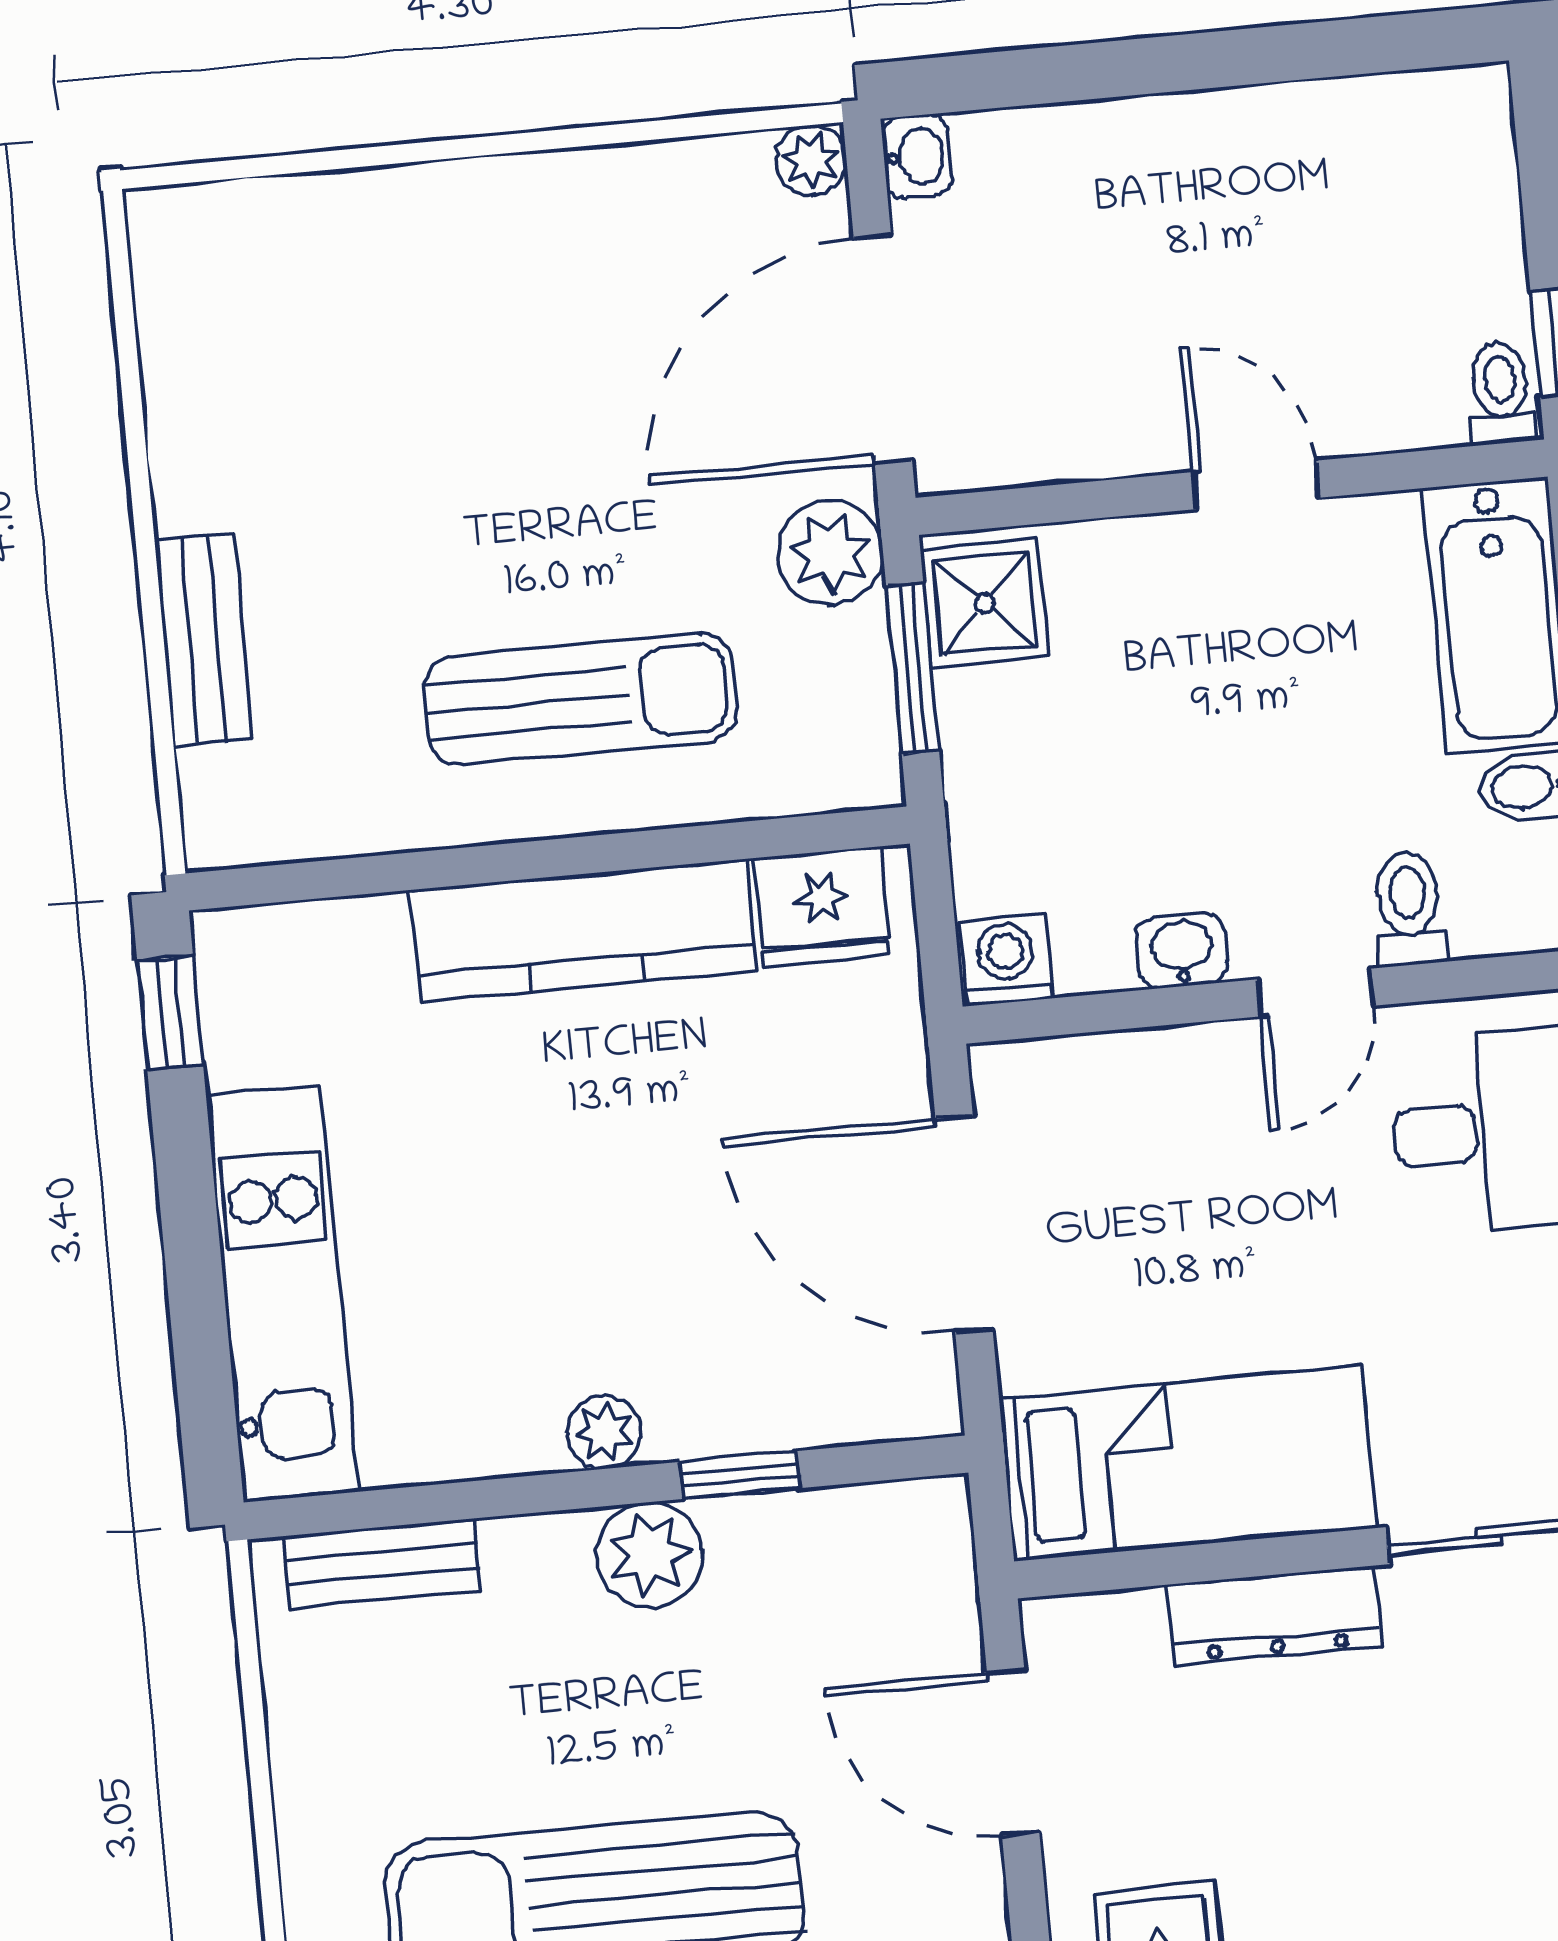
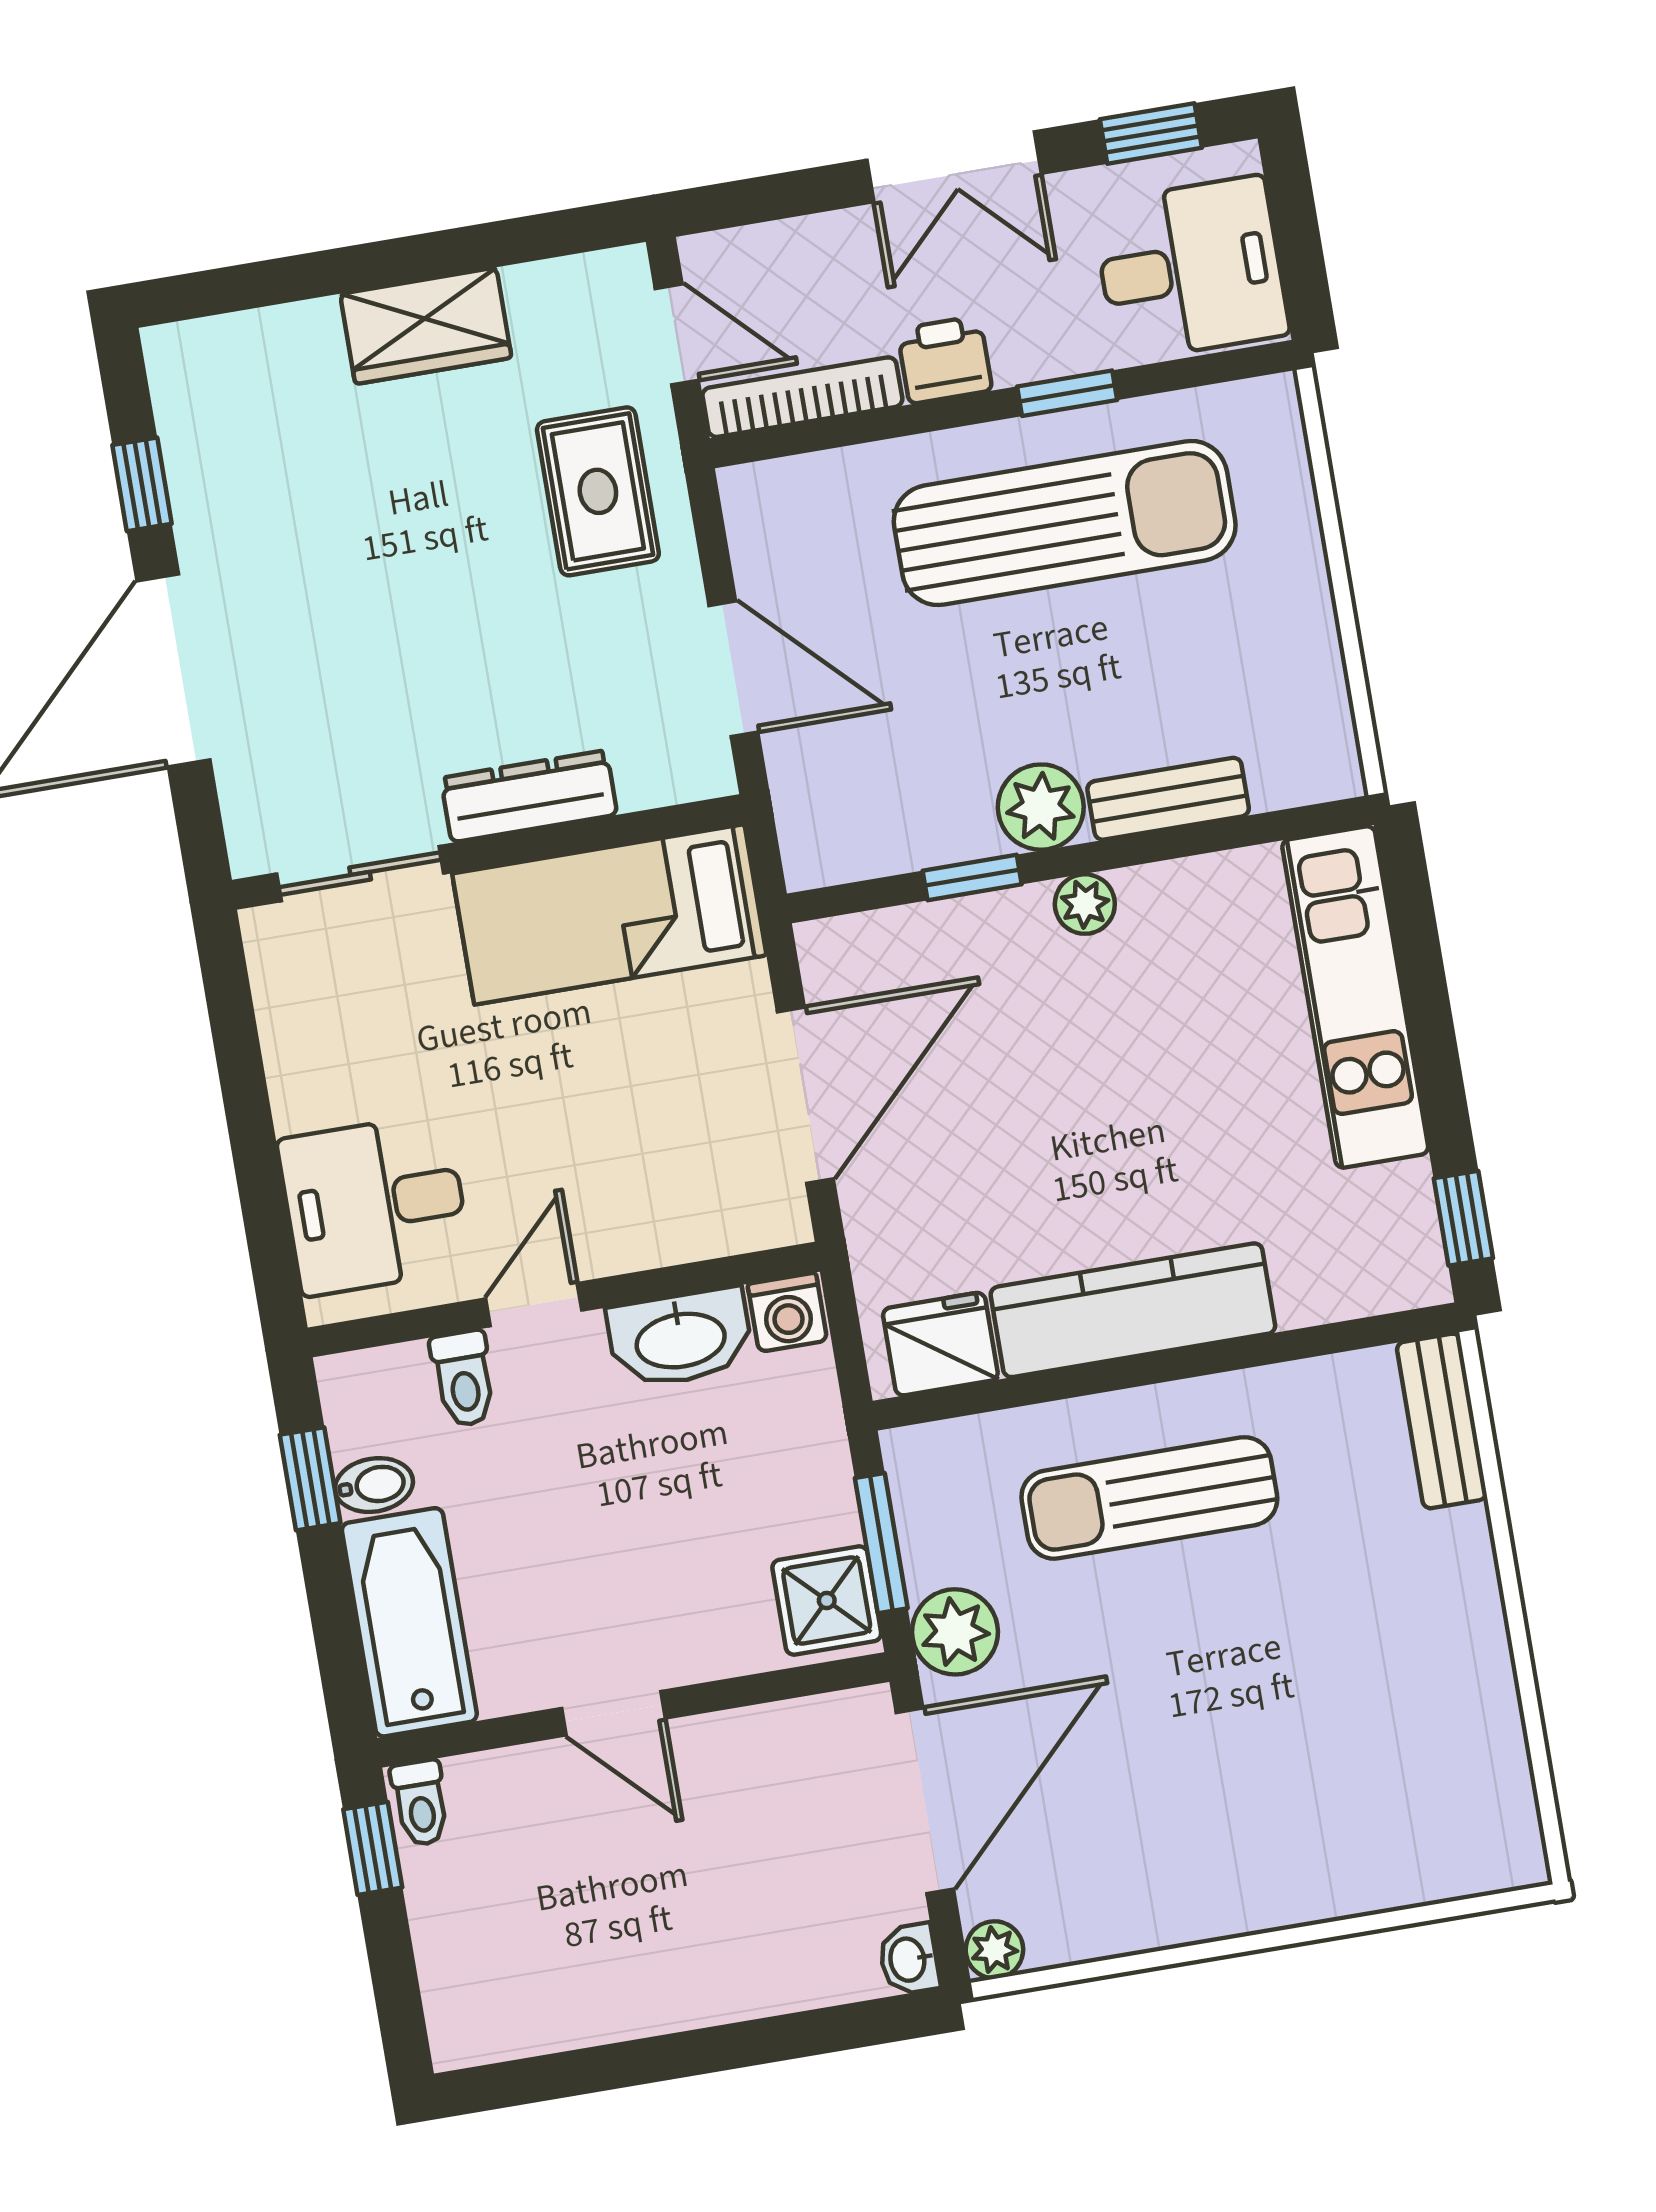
bench: (203, 640) -> (1442, 1421), moved
washbasin: (1182, 950) -> (680, 1338), width x1.91, depth x1.45
door: (964, 1224) -> (805, 1095), hinge flipped
bench: (382, 1564) -> (1168, 799), moved

